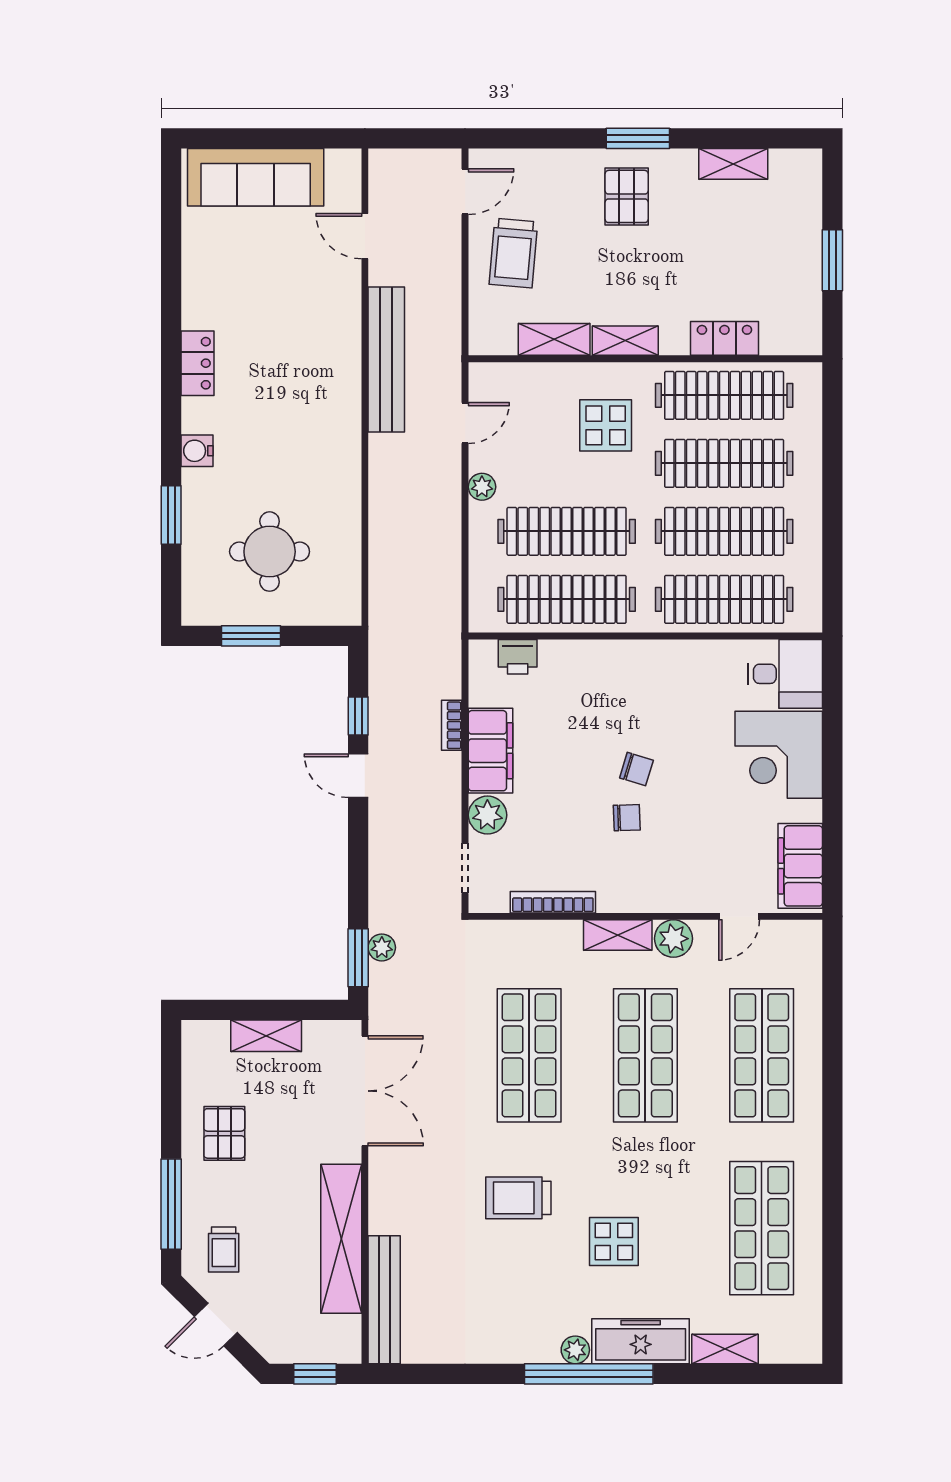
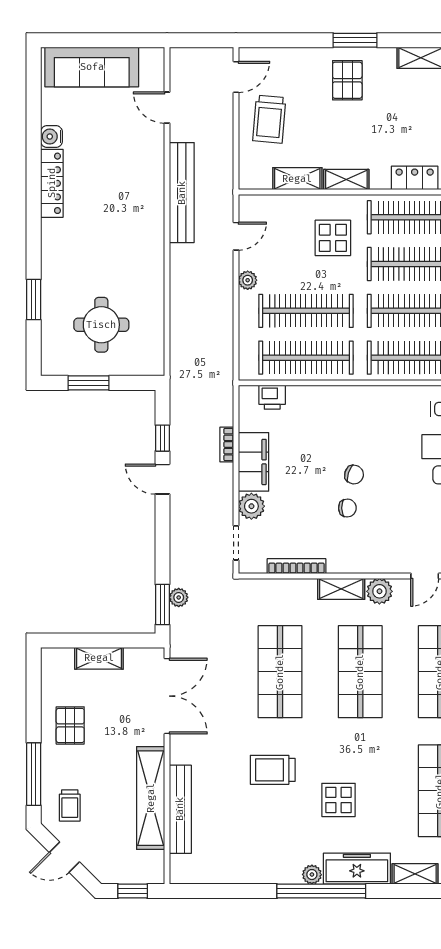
locker: (198, 363) -> (52, 183), width x1.53
water cooler: (197, 451) -> (51, 137), moved
bench: (384, 1300) -> (180, 809), moved

